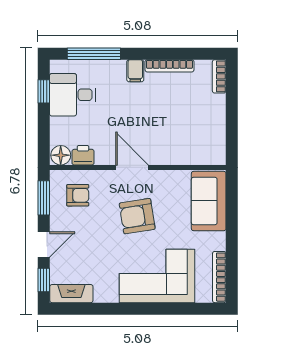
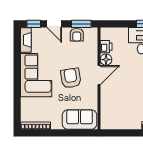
floor lamp: (61, 155) -> (106, 60), moved
armchair: (78, 195) -> (77, 35), moved
corner sofa: (157, 276) -> (36, 75), moved

